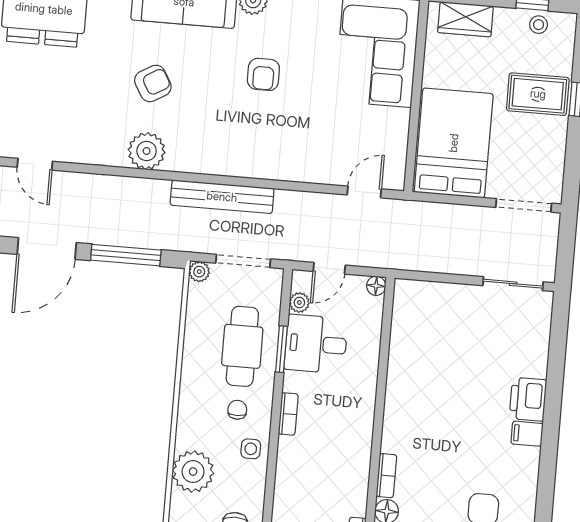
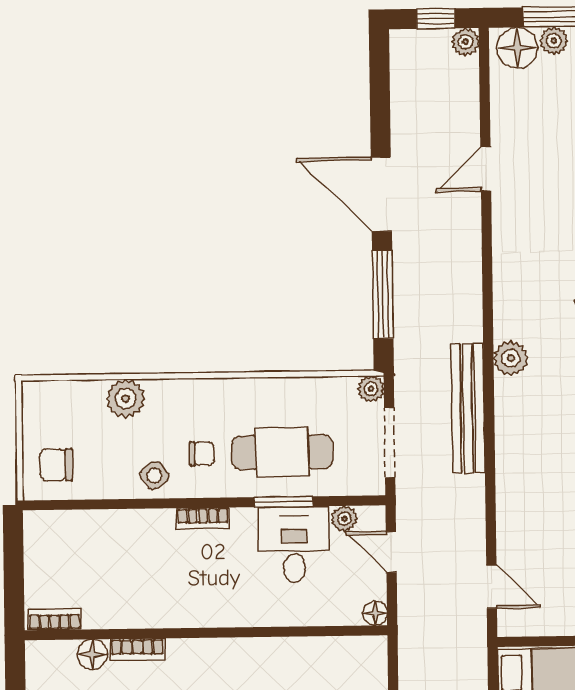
plant: (147, 151) -> (511, 358), moved, width x0.73, depth x0.73
side table: (251, 449) -> (154, 475), turned -38
plant: (193, 472) -> (126, 399), width x0.73, depth x0.73

